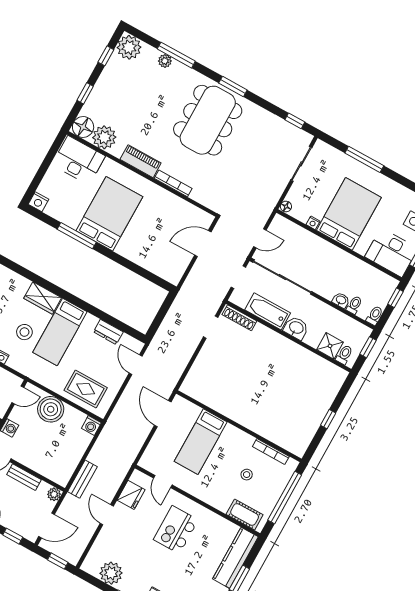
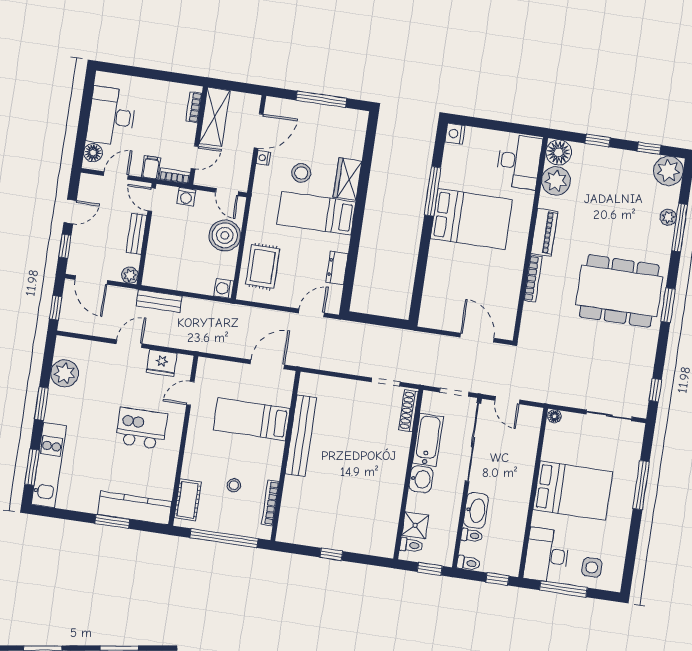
nightstand: (313, 223) -> (547, 454), removed
washbasin: (341, 300) -> (476, 510), width x1.91, depth x1.45
bench: (228, 408) -> (301, 436), added

